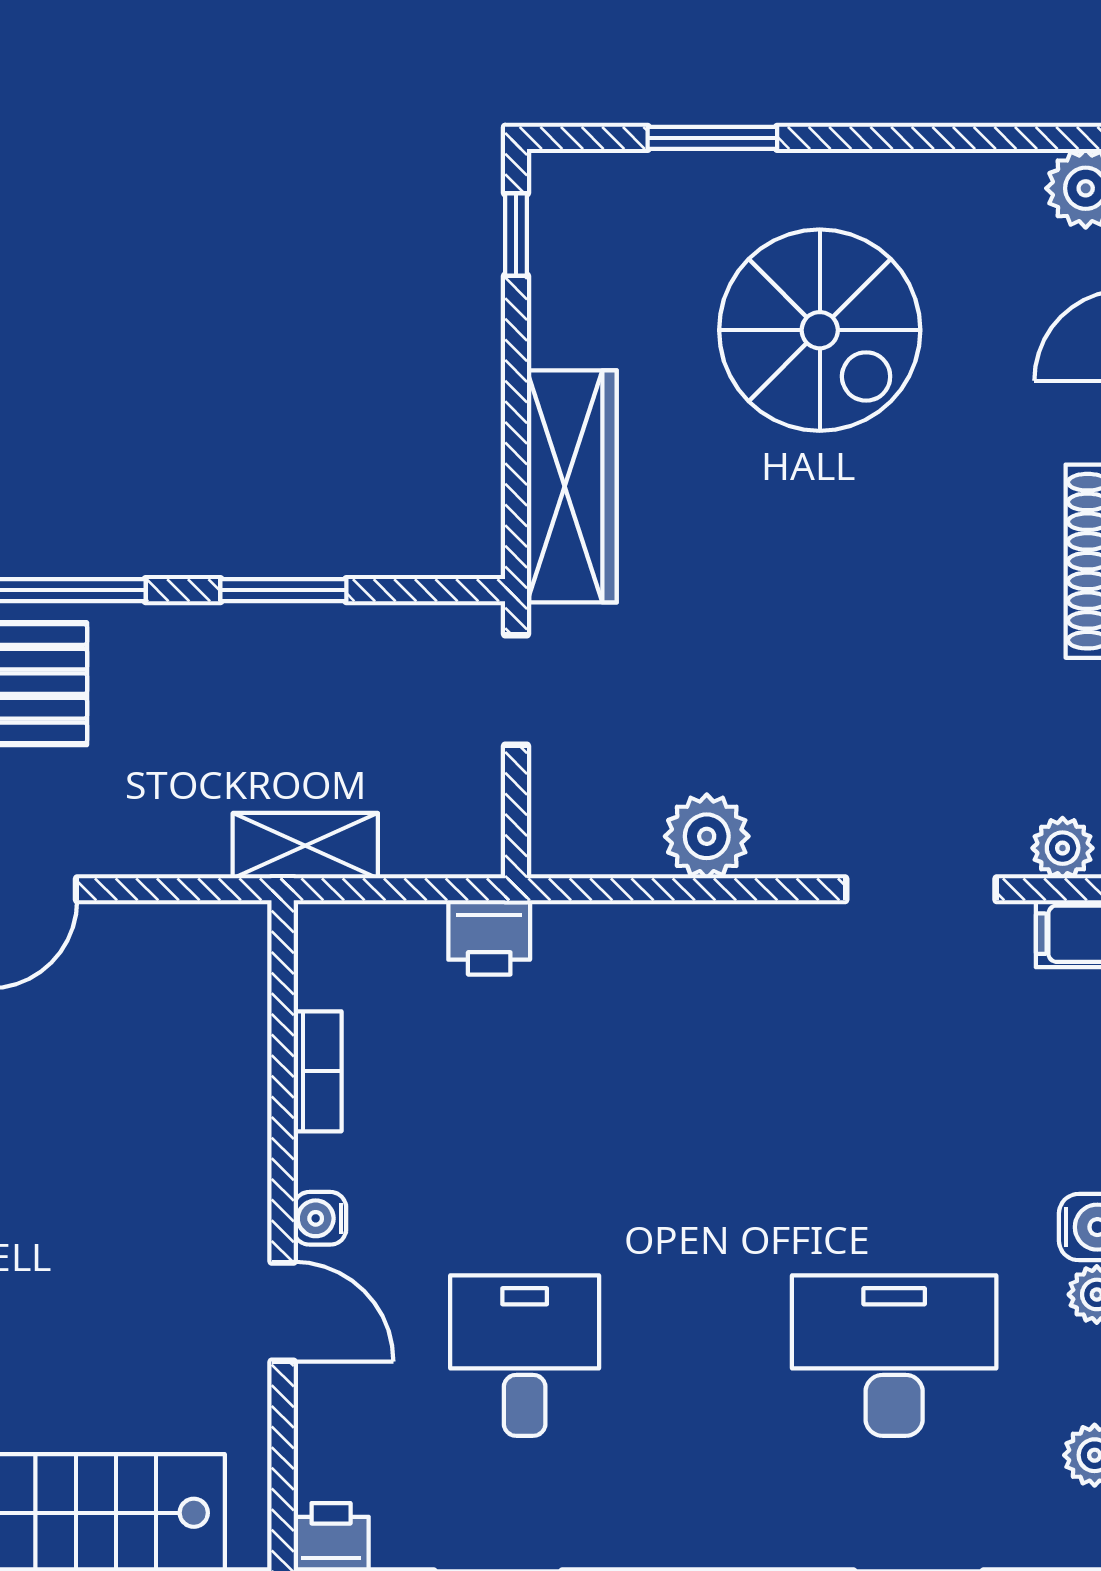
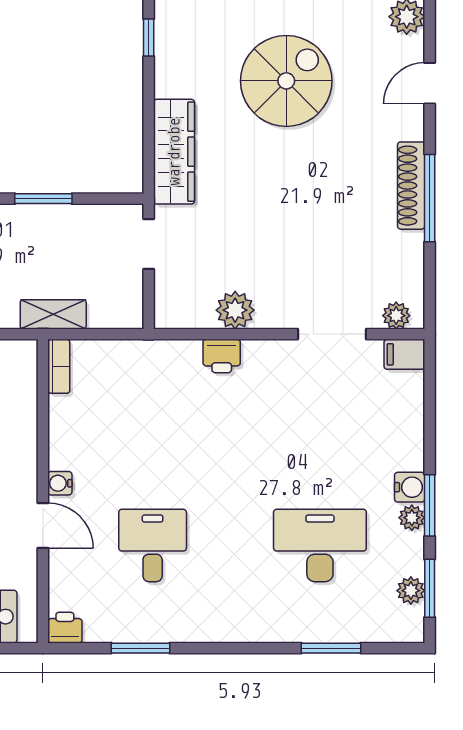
spiral stairs: (820, 330) -> (286, 81), turned -90
printer: (489, 937) -> (222, 356), moved
bookcase: (318, 1071) -> (59, 366), moved

